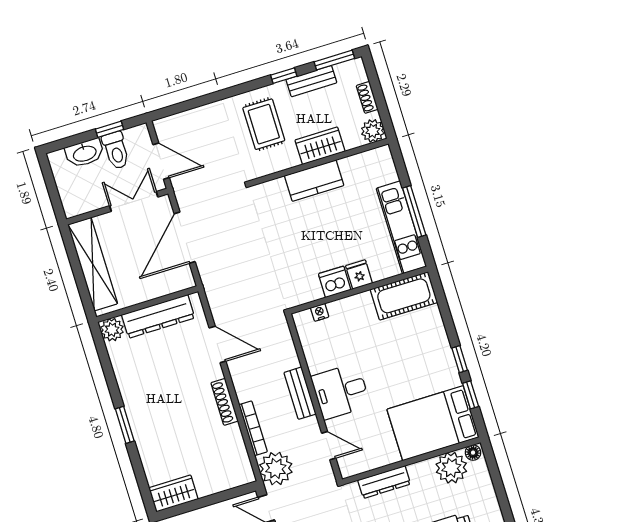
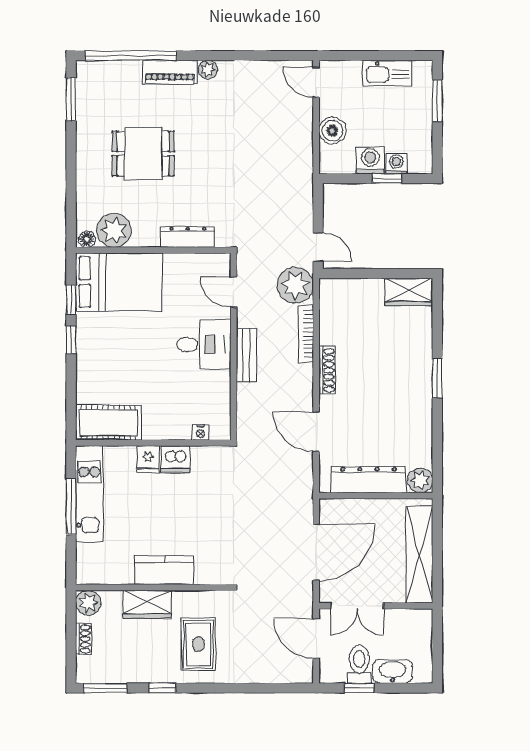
bench: (311, 81) -> (136, 674), removed

